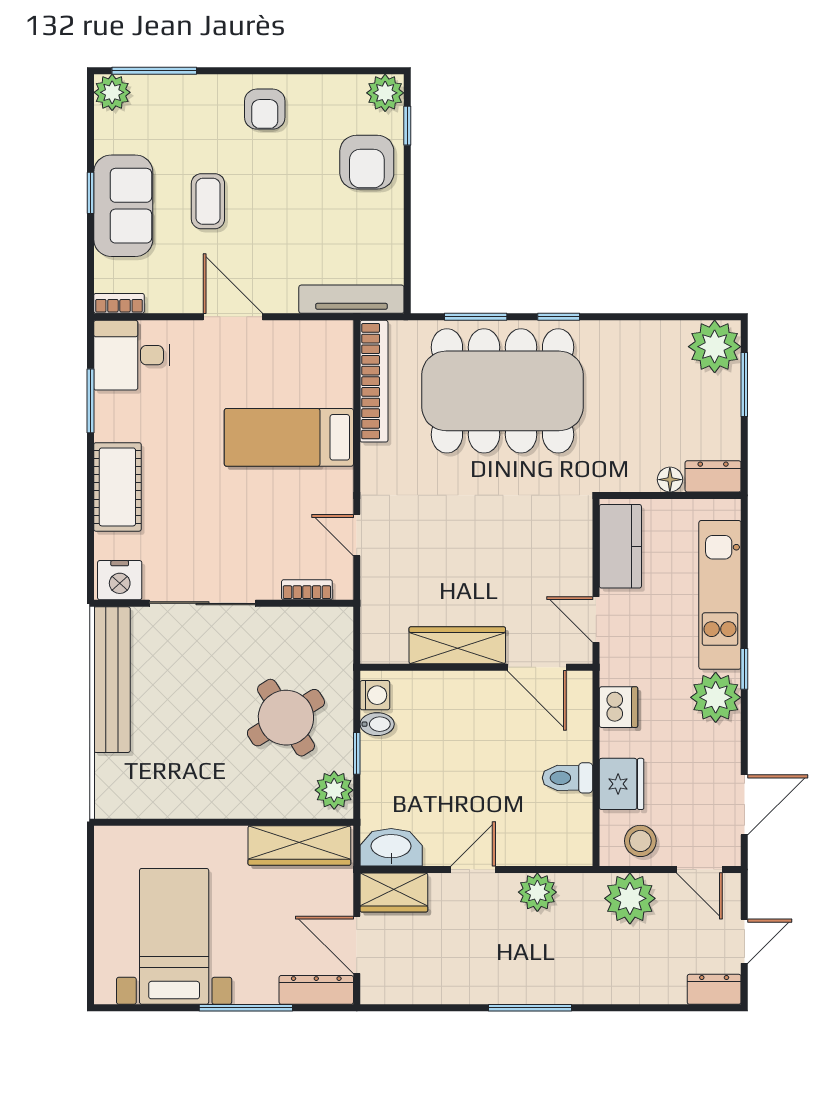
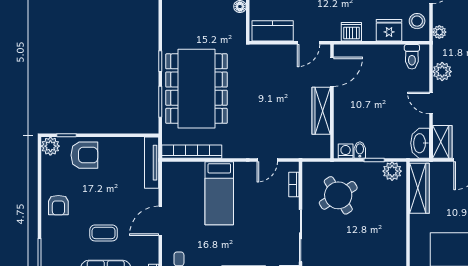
armchair: (265, 109) -> (58, 205), turned 90
round table: (286, 718) -> (338, 195), moved
toilet: (567, 778) -> (412, 57), moved
plant: (630, 898) -> (439, 32), width x0.53, depth x0.53

